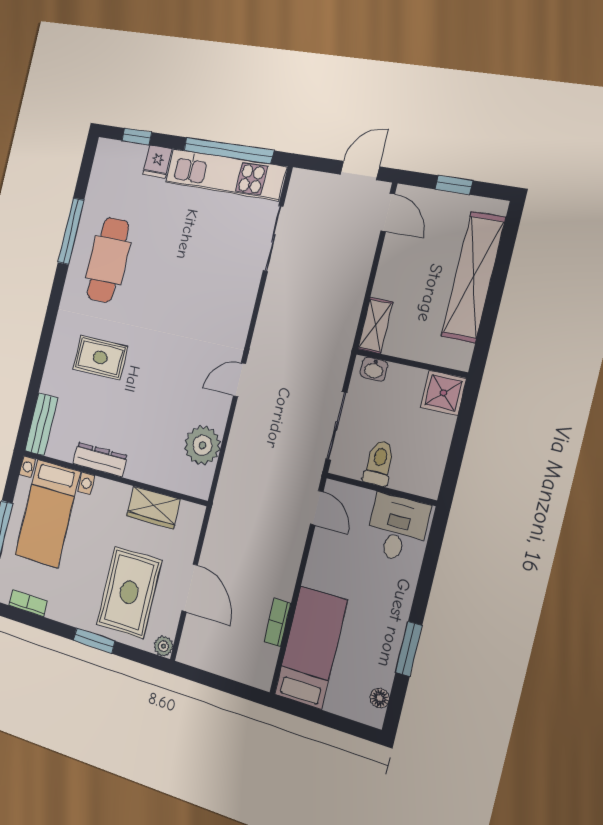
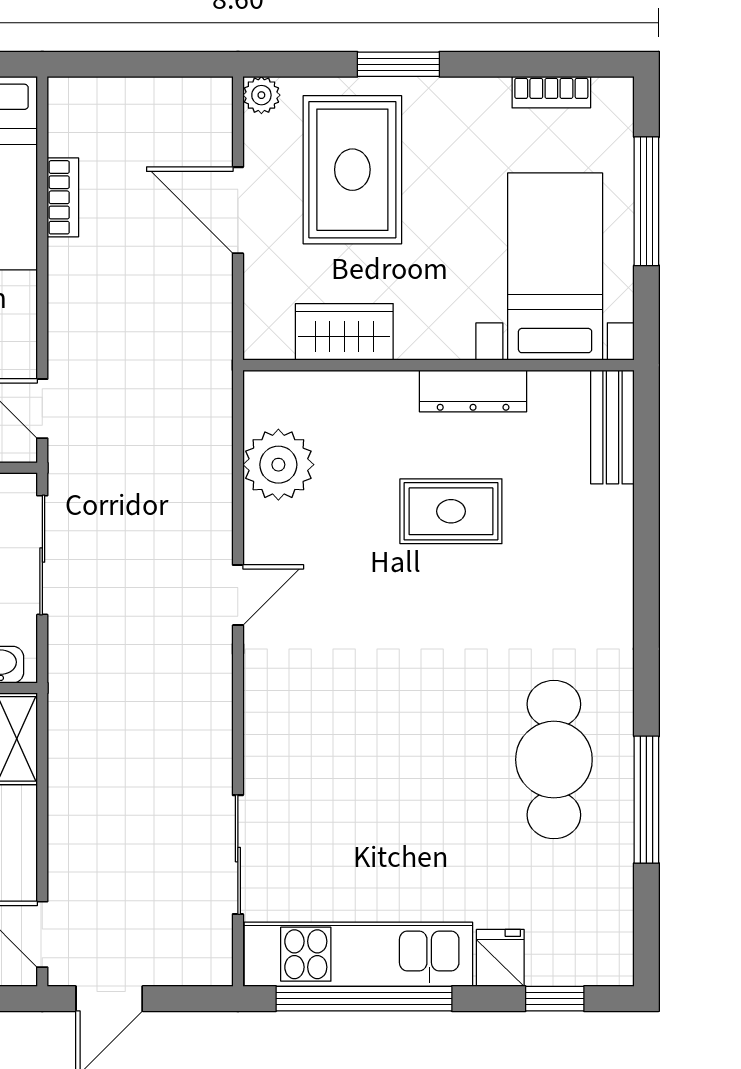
rug: (100, 357) -> (451, 511), moved

